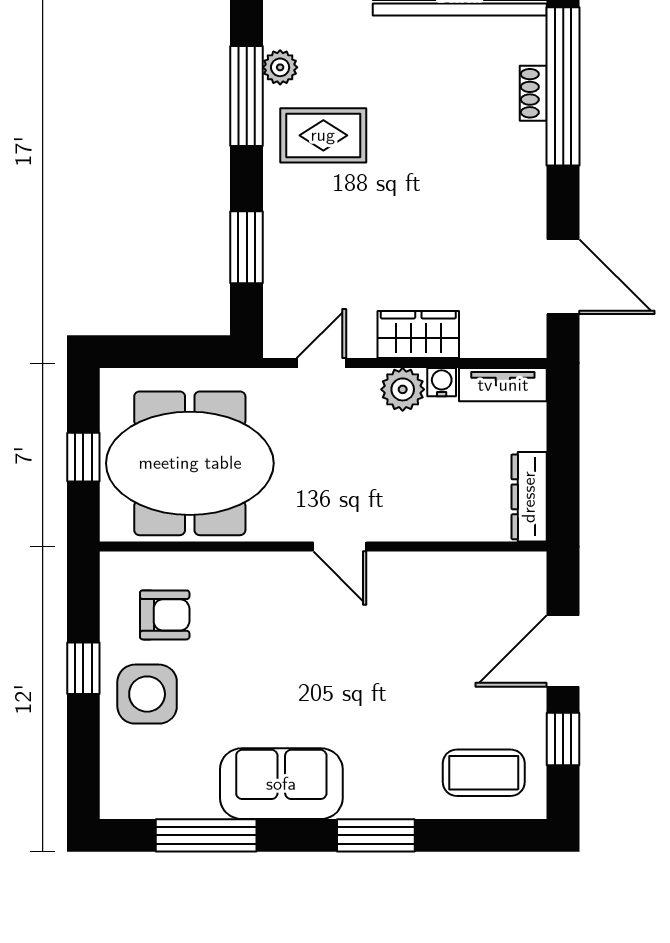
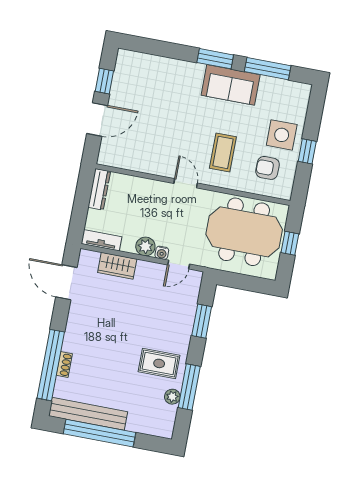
wardrobe: (418, 335) -> (117, 266), moved
water cooler: (442, 382) -> (162, 253), moved
coffee table: (484, 773) -> (223, 152), moved, turned 90
window: (376, 835) -> (215, 59), moved

